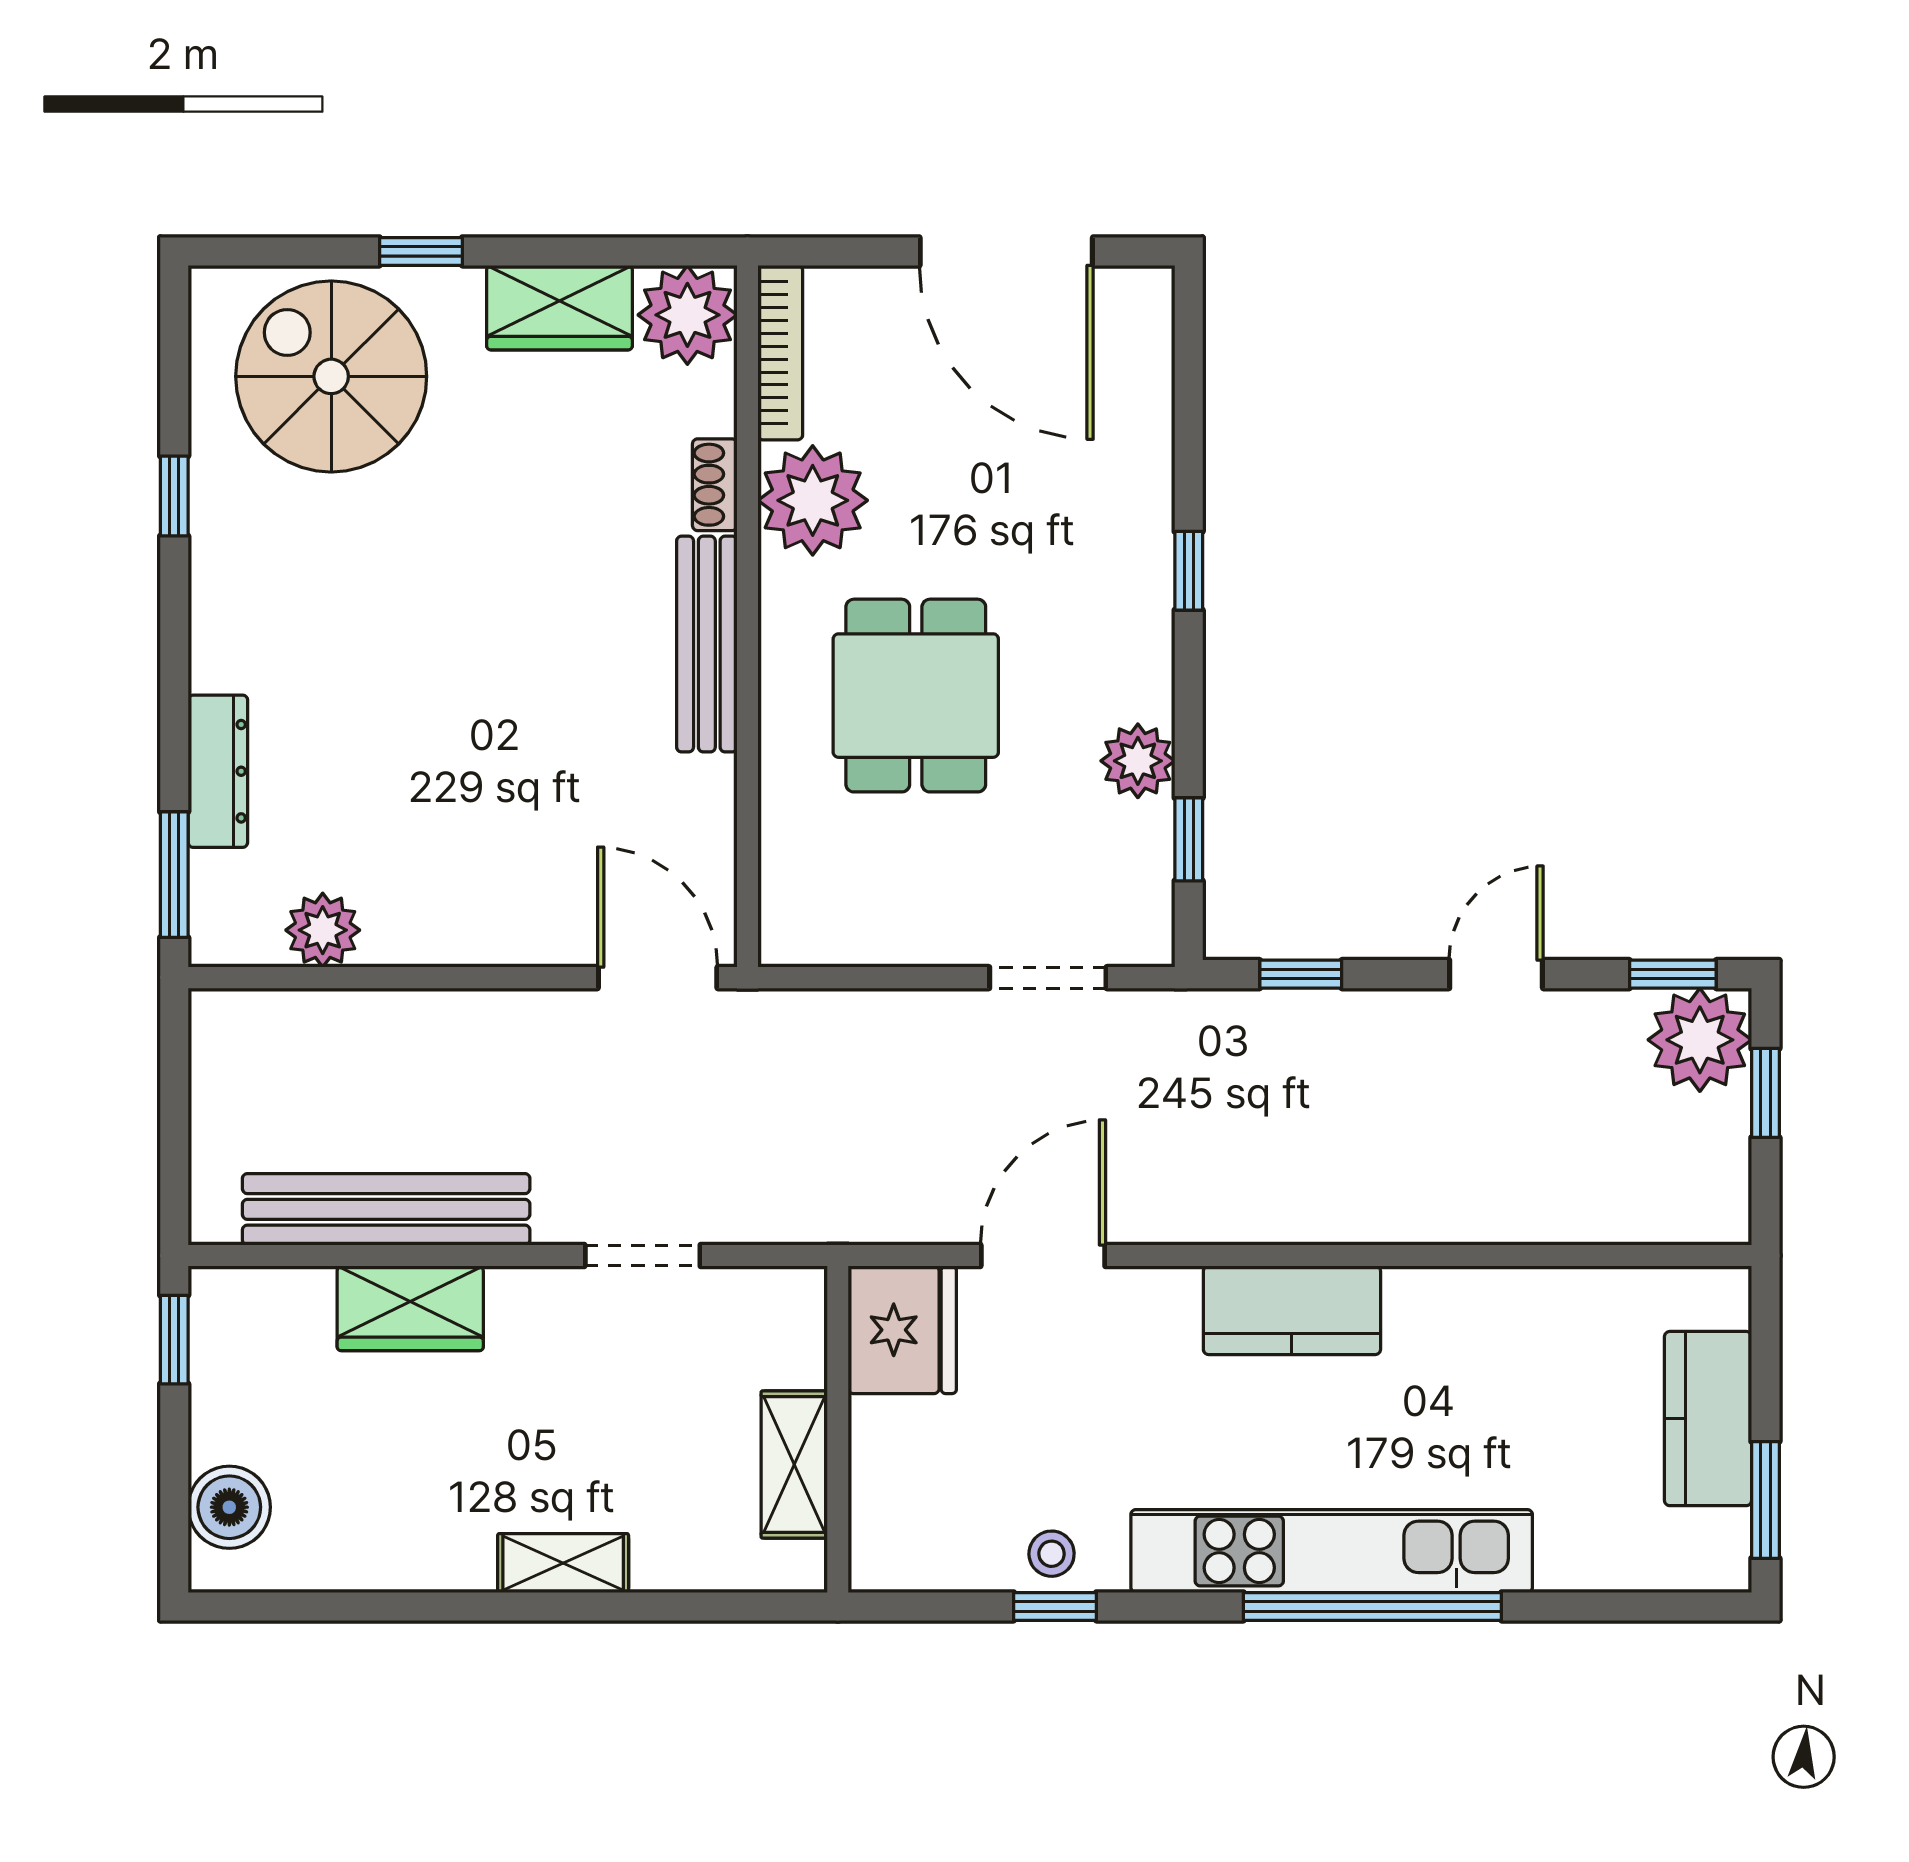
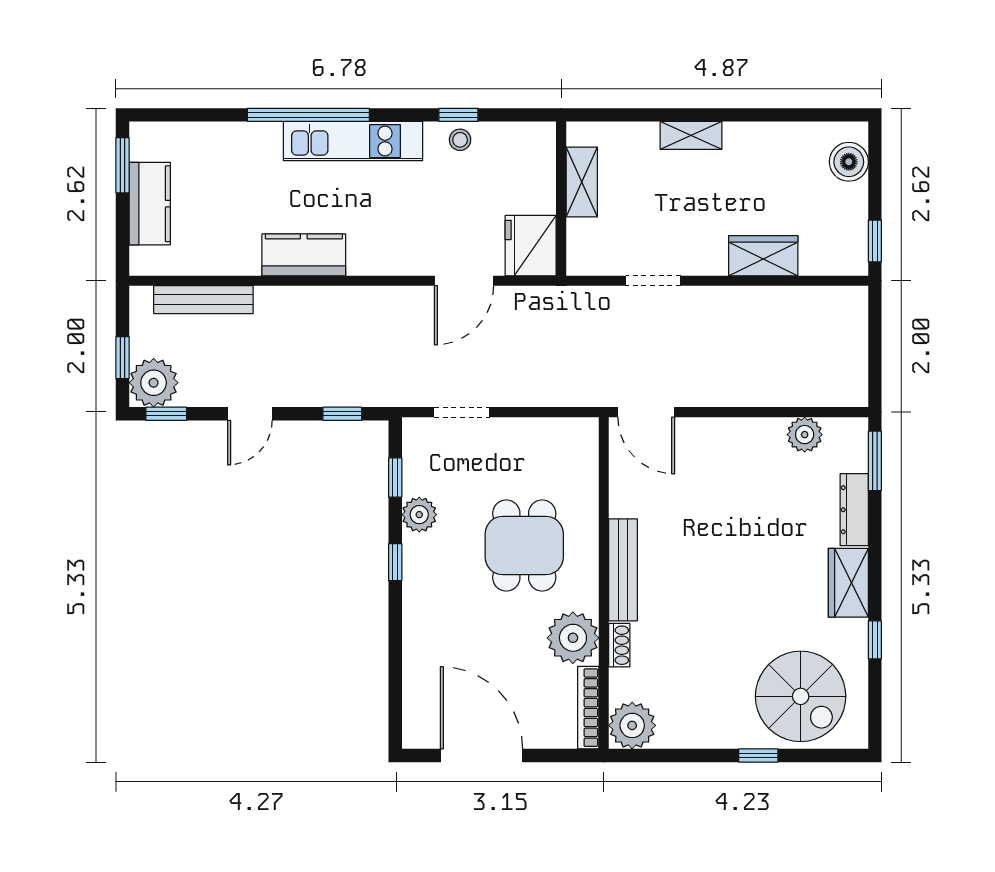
wardrobe: (560, 308) -> (848, 583), moved, turned -90
window: (1189, 571) -> (395, 562), moved
bench: (386, 1209) -> (203, 300), moved, width x0.73, depth x0.82
kitchen counter: (1292, 1310) -> (304, 255), moved
kitchen unit: (1332, 1551) -> (353, 141), width x0.73

